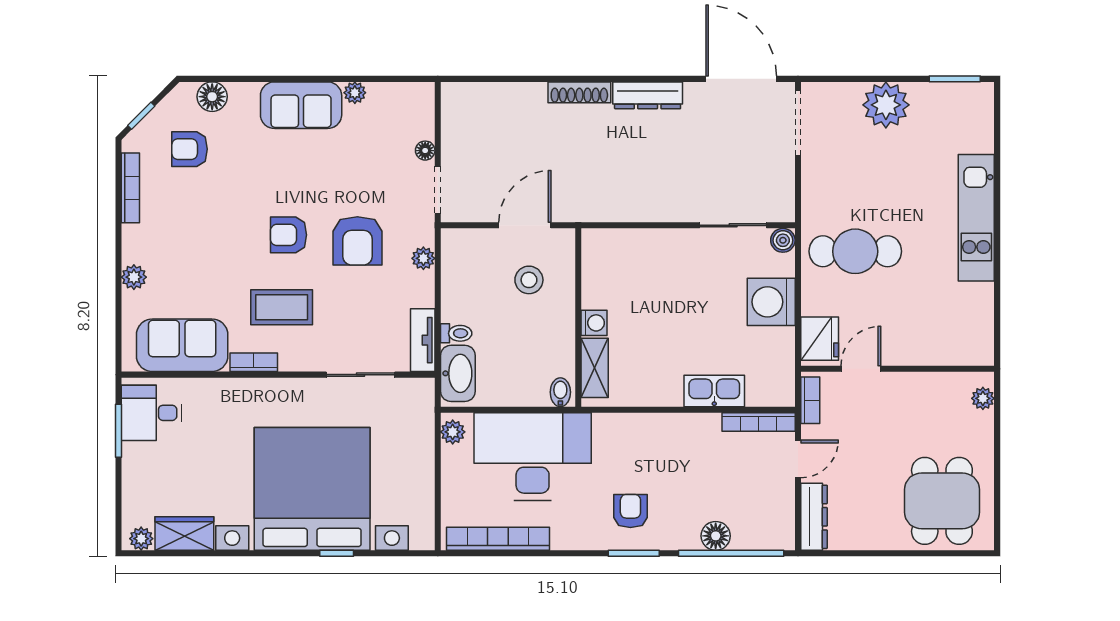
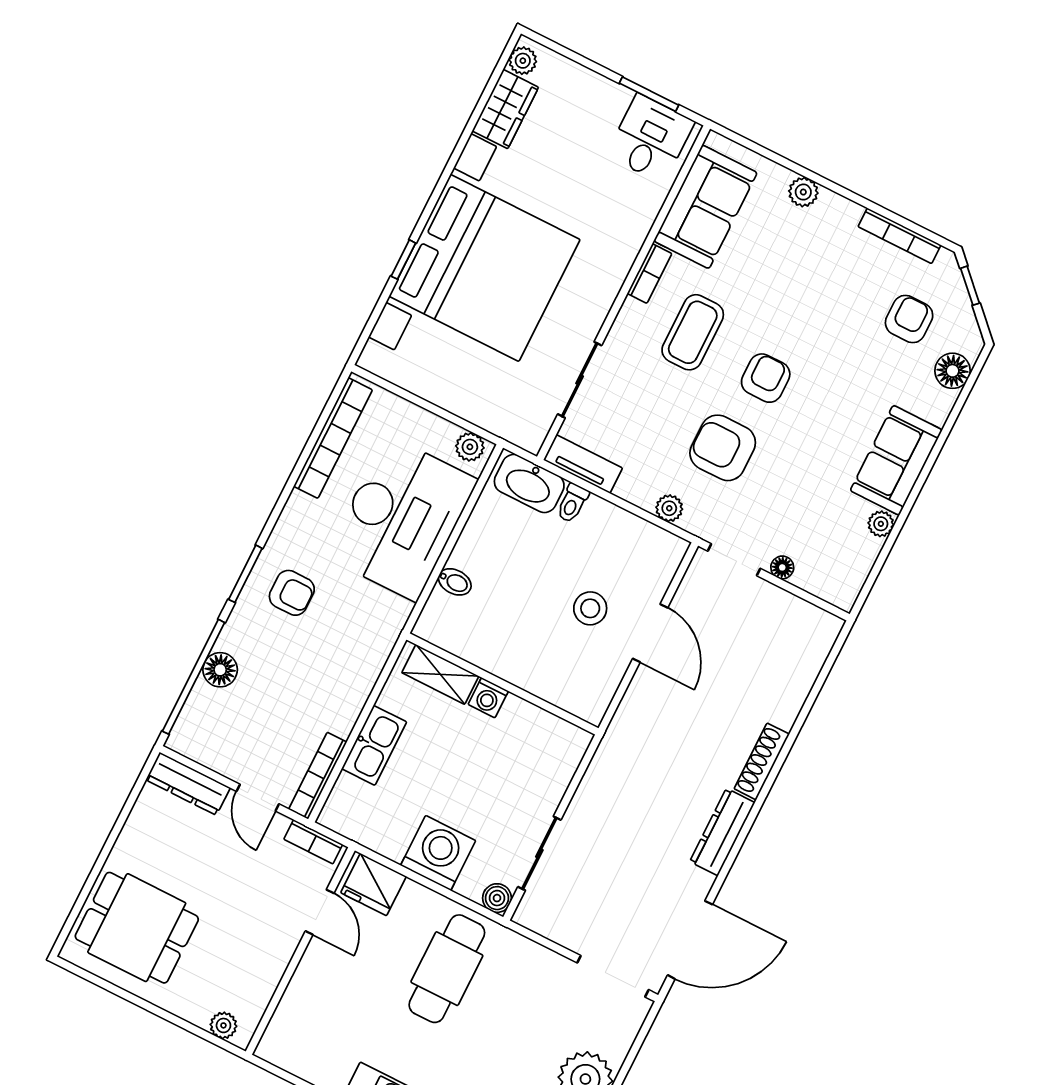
wall: (578, 318) -> (502, 684), moved
washing machine: (594, 323) -> (488, 698), moved
shelving: (595, 368) -> (440, 674), moved

